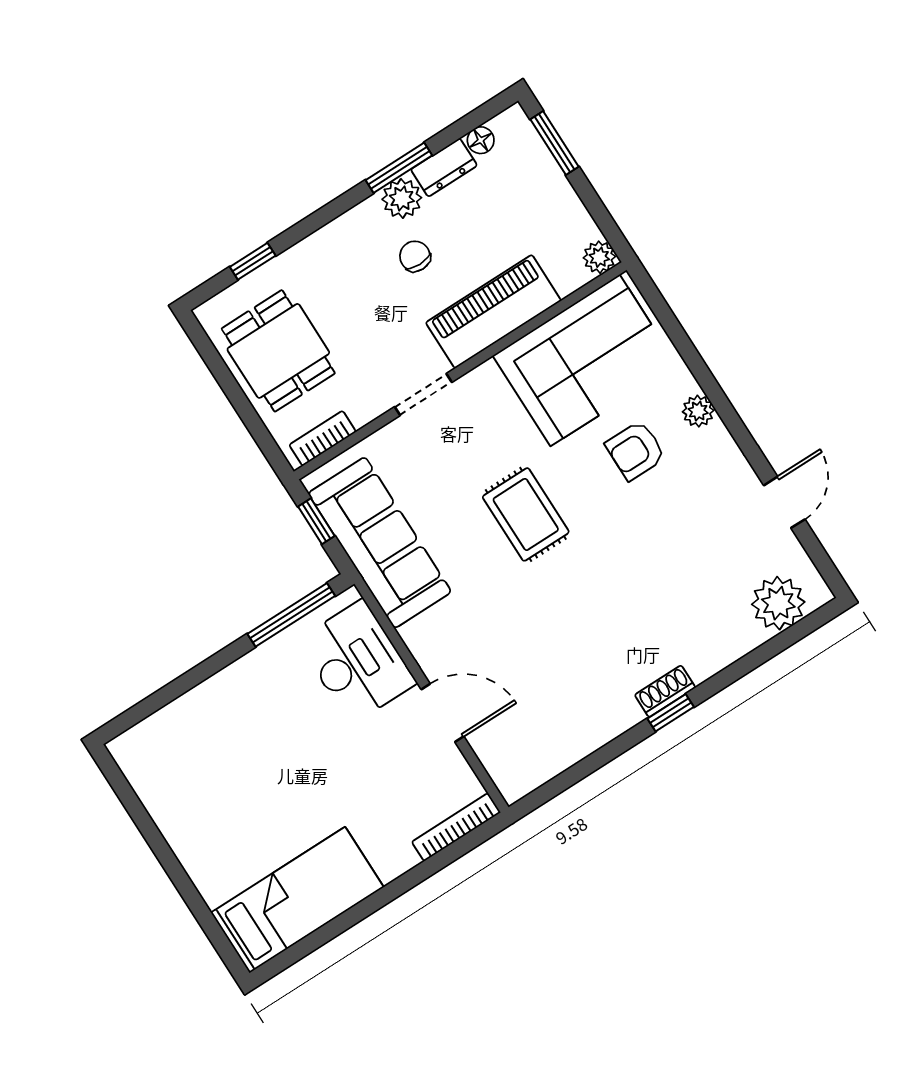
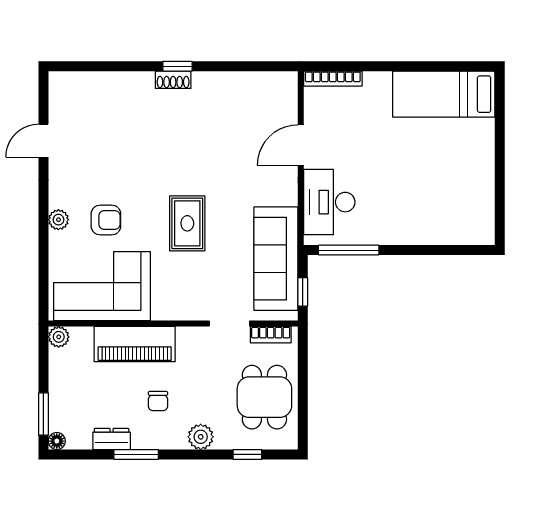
floor lamp: (481, 140) -> (57, 441), moved
plant: (402, 198) -> (201, 437), moved
doorway: (423, 394) -> (229, 324), moved
plant: (778, 603) -> (82, 88), removed
door: (443, 713) -> (301, 145), hinge flipped

